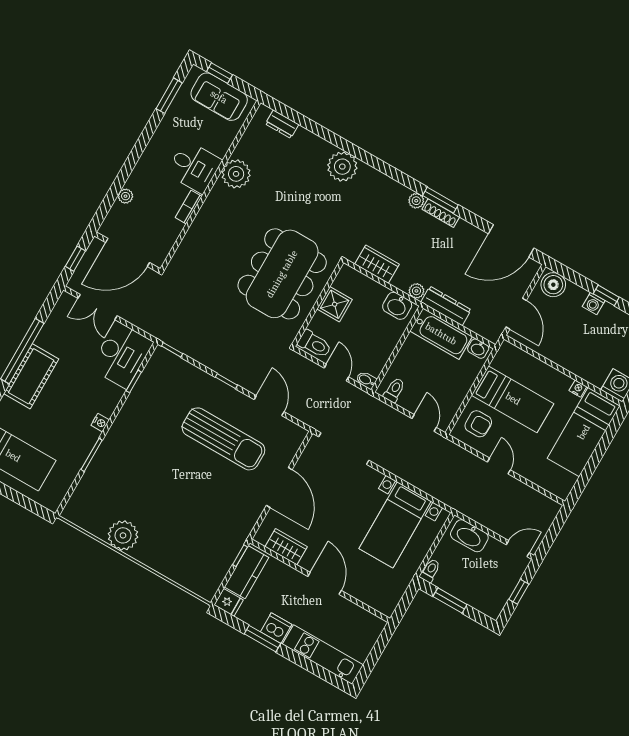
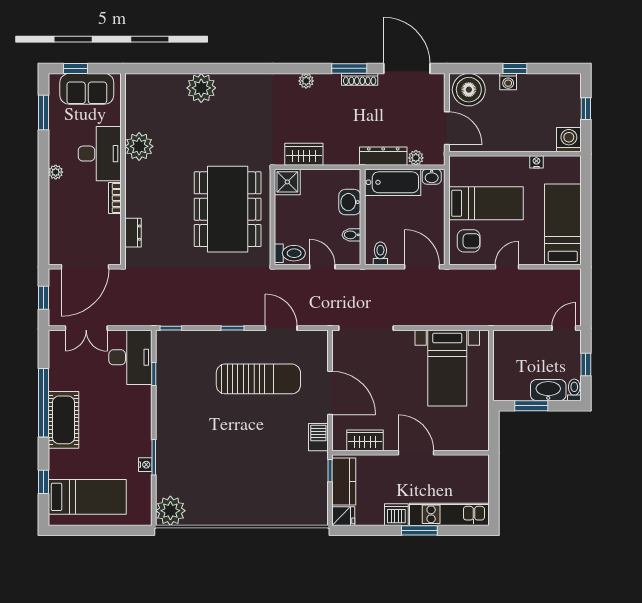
dresser: (282, 124) -> (133, 233), moved, turned -90
desk: (194, 167) -> (100, 154), width x1.37
plant: (342, 167) -> (201, 88), moved
plant: (126, 196) -> (56, 172), moved
window: (440, 200) -> (349, 68), moved
shoe rack: (441, 213) -> (360, 79), moved
door: (511, 241) -> (407, 68), swing flipped
boiler: (553, 285) -> (469, 90), width x1.37, depth x1.37
plant: (416, 291) -> (416, 158), moved
shower: (335, 304) -> (287, 182), moved
washbasin: (397, 306) -> (350, 202), moved, turned 90
bidet: (366, 380) -> (351, 235), moved
nightstand: (100, 423) -> (145, 465), moved
door: (424, 423) -> (422, 267), width x1.37
bed: (584, 432) -> (563, 224), moved, turned 180
door: (499, 466) -> (507, 267), hinge flipped
barbecue: (247, 520) -> (318, 437), added
plant: (123, 535) -> (170, 511), moved
washbasin: (469, 536) -> (548, 390), moved, turned 180
toilet: (430, 571) -> (574, 390), moved
window: (262, 639) -> (419, 530), moved

